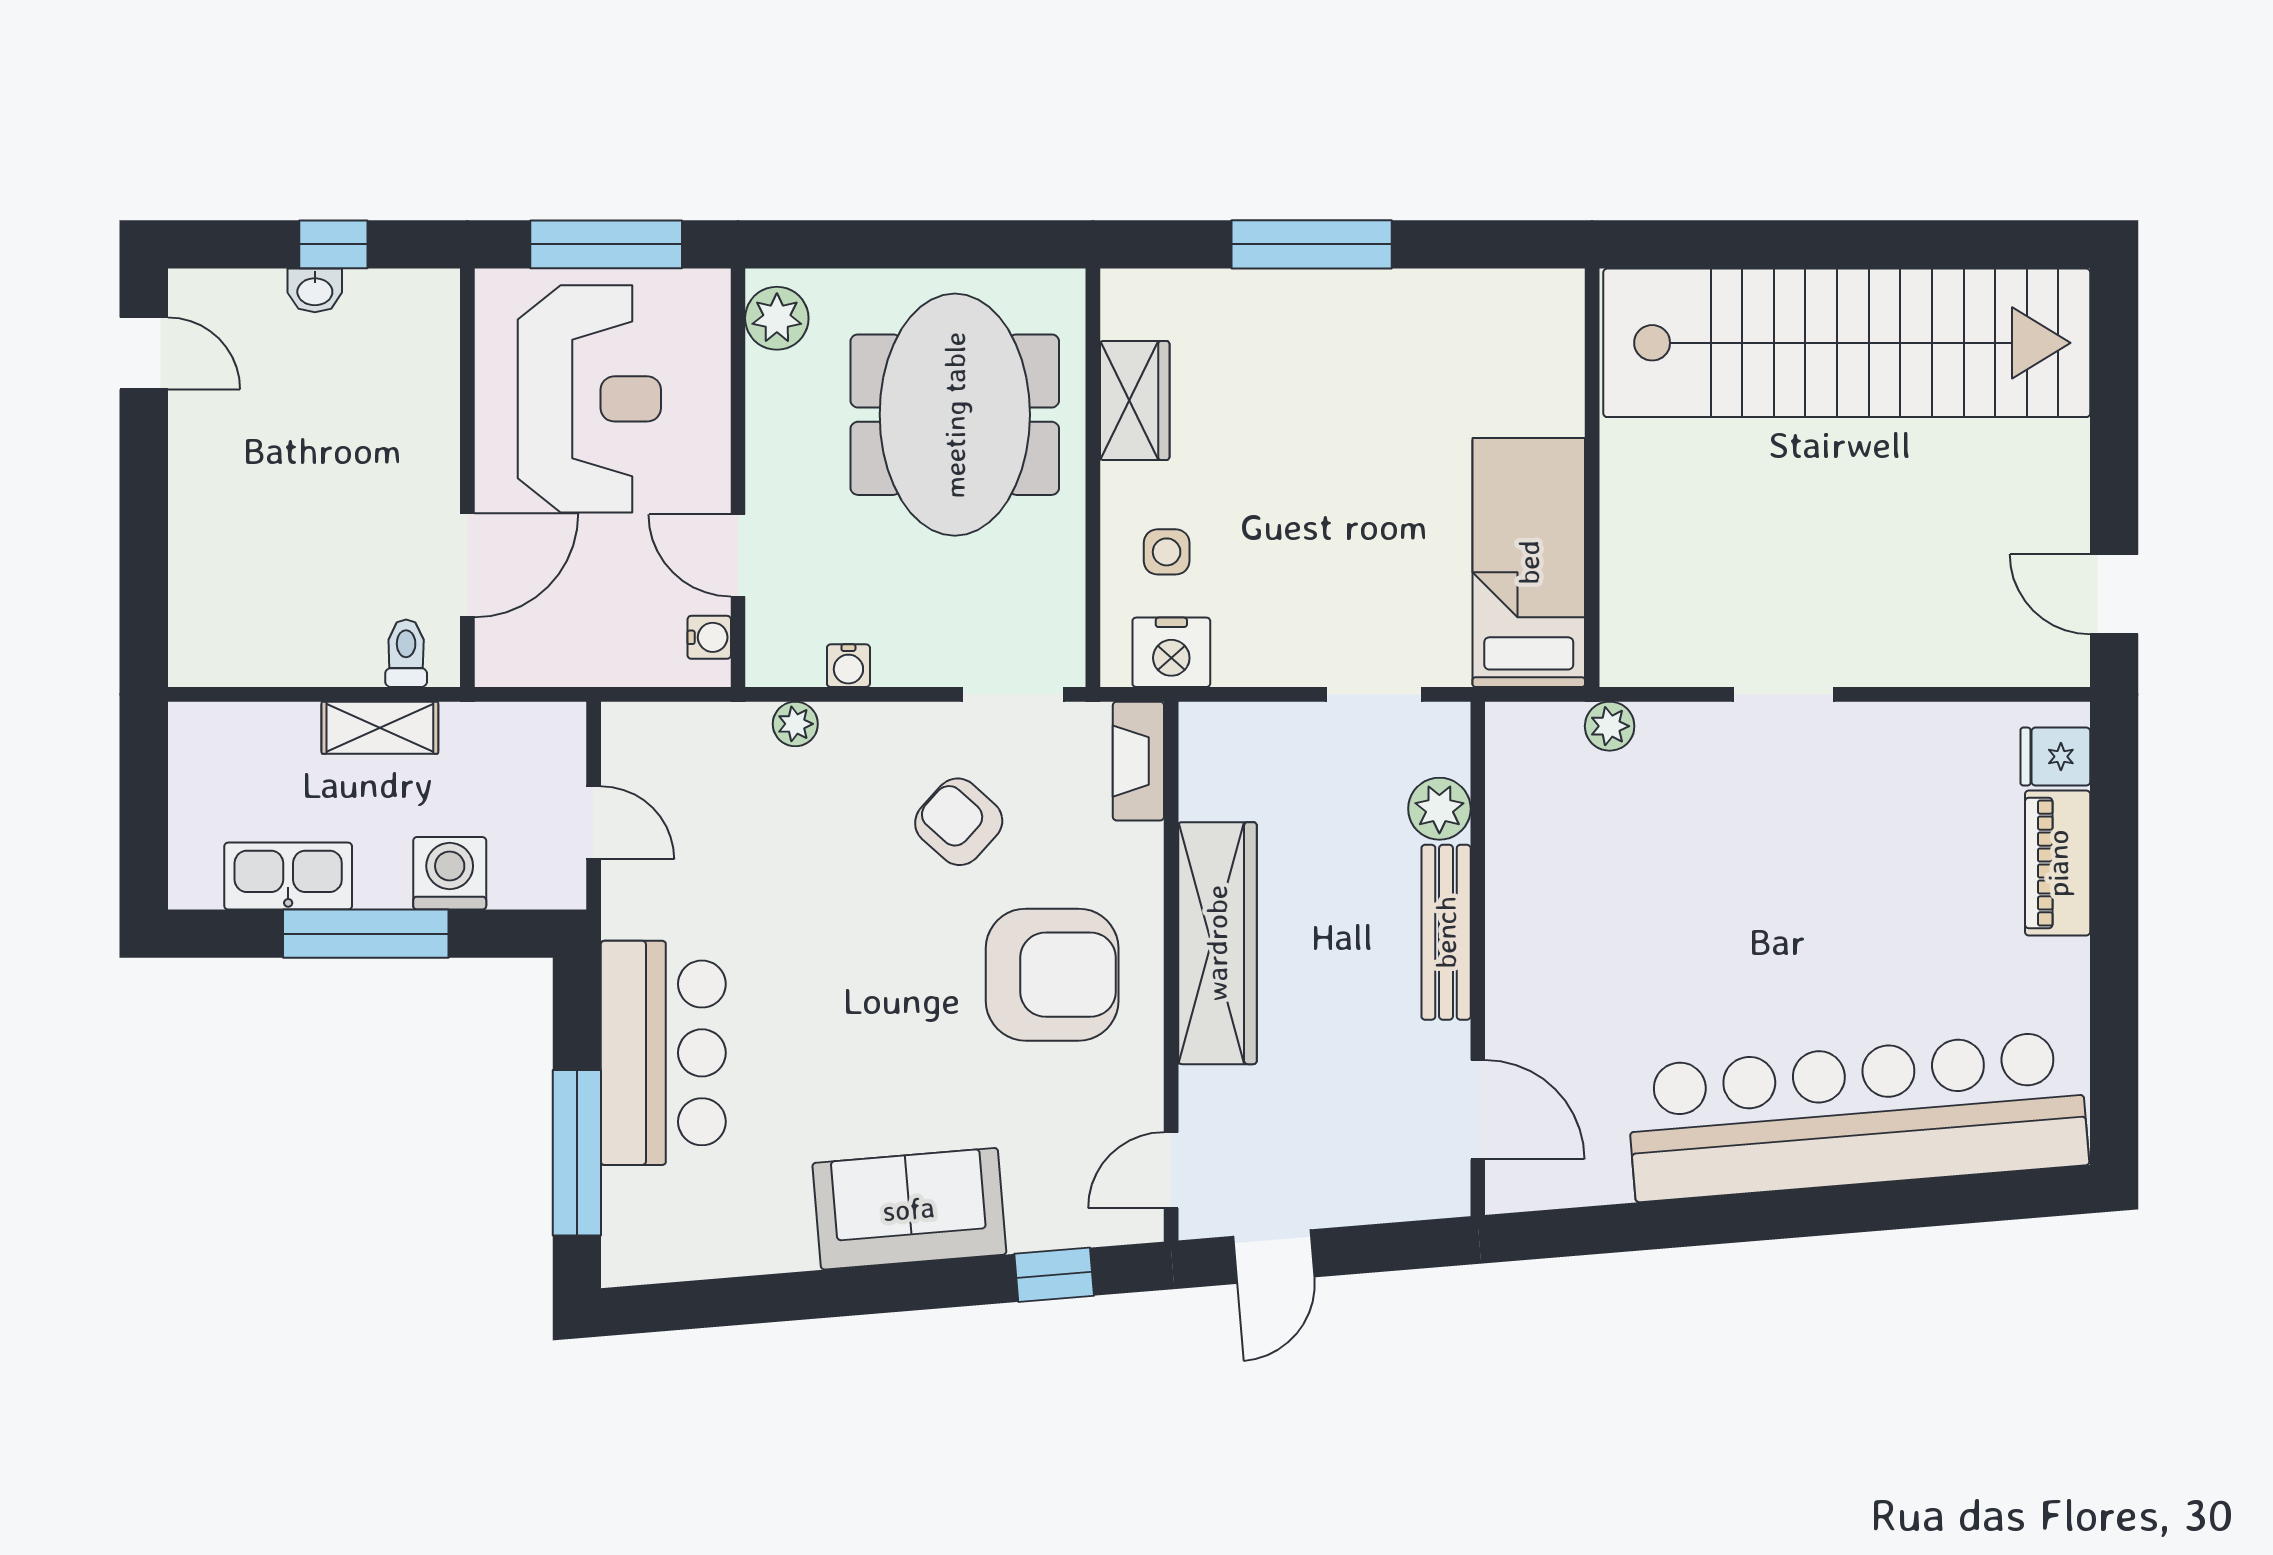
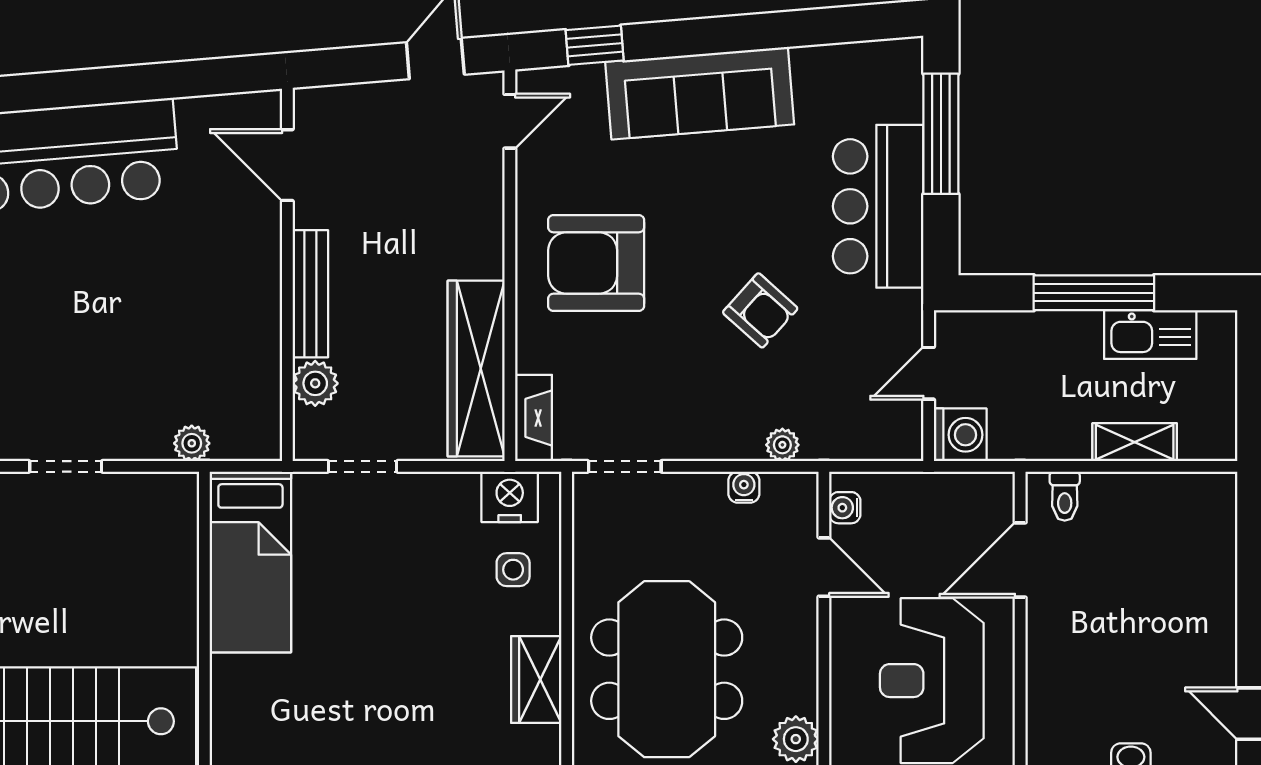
shelving: (380, 728) -> (1135, 442), moved
armchair: (959, 822) -> (760, 310), moved
door: (594, 823) -> (929, 373), hinge flipped
washing machine: (450, 873) -> (960, 435), moved, turned -90
wardrobe: (1217, 943) -> (476, 369), moved
sofa: (909, 1209) -> (700, 93), width x1.36

